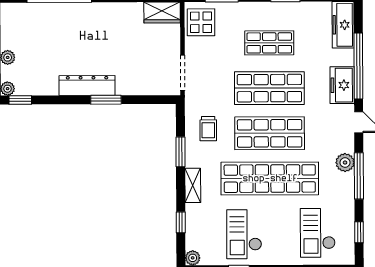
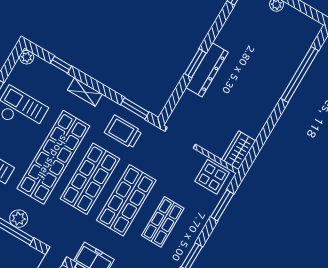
dresser: (87, 85) -> (207, 70), moved
trolley: (208, 129) -> (123, 132), width x1.36, depth x1.39
window: (181, 152) -> (135, 108), moved
plant: (345, 163) -> (19, 219), moved

